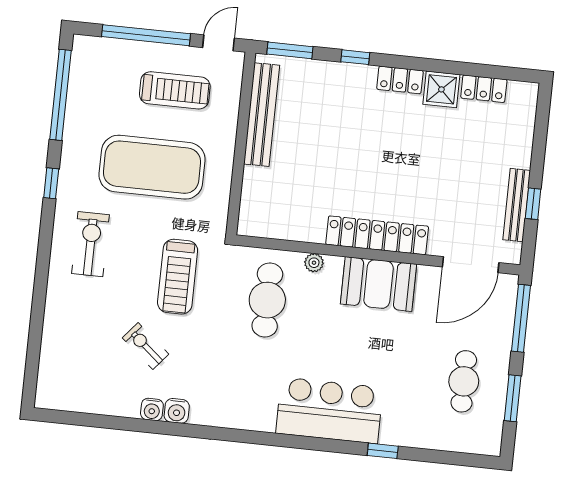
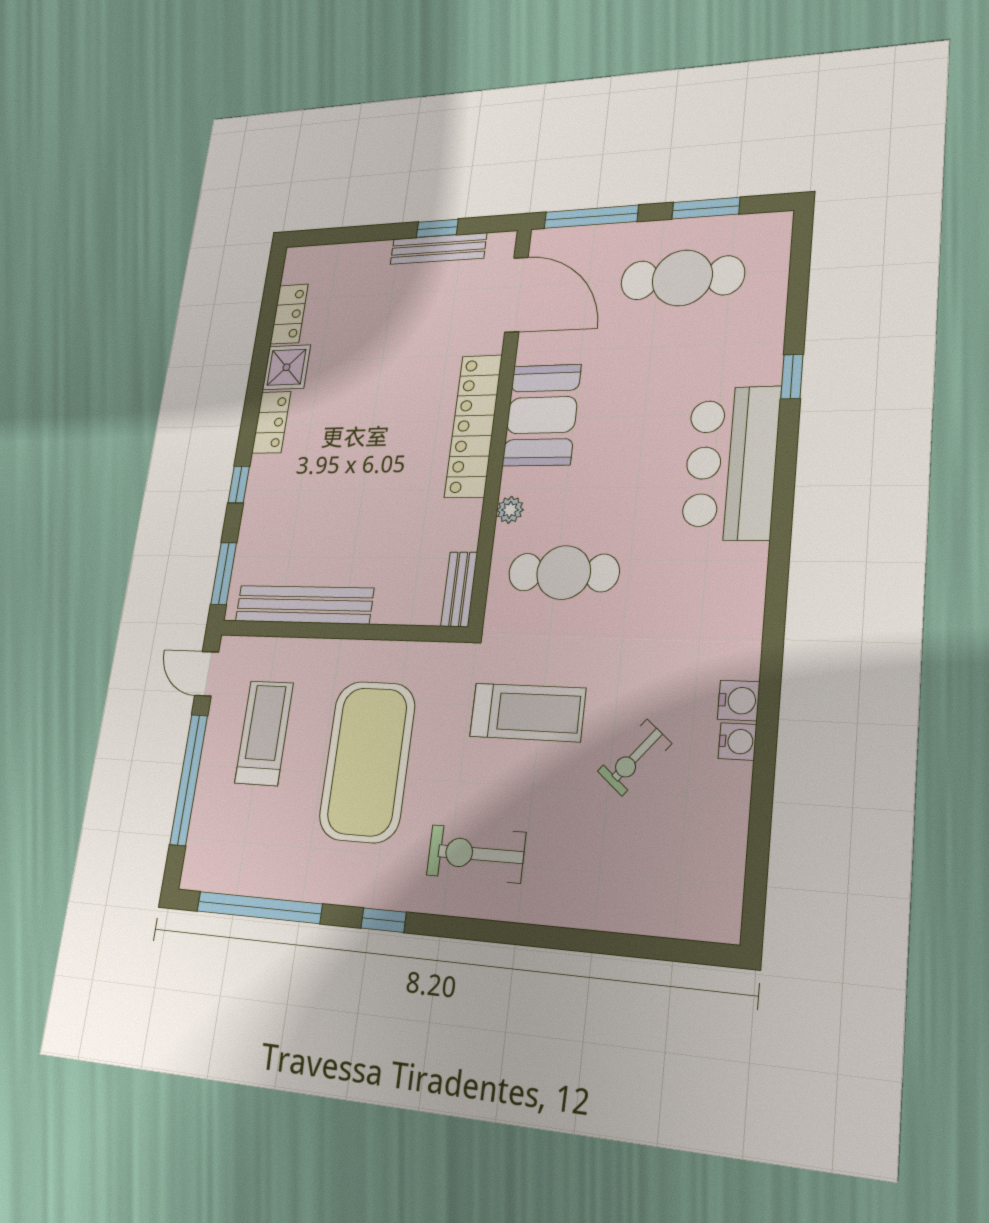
bench: (262, 228) -> (459, 589), added
cafe table: (464, 381) -> (682, 278), width x1.37, depth x1.35

